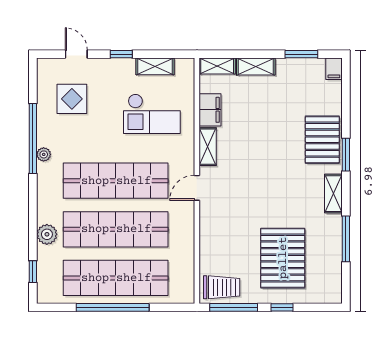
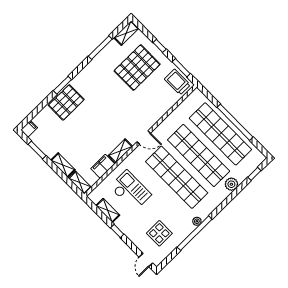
door: (76, 54) -> (146, 260), moved
shelving: (333, 194) -> (126, 33), moved
window: (234, 307) -> (181, 68), width x0.69

